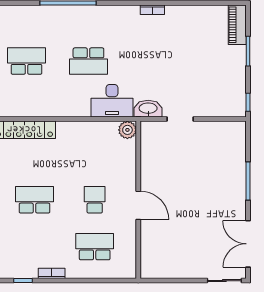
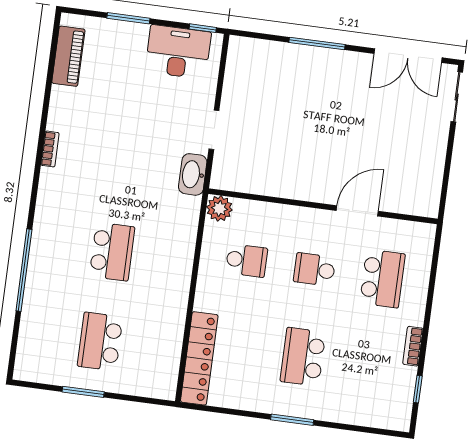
piano: (237, 25) -> (68, 56), moved, turned -90
desk: (112, 101) -> (178, 52), moved, turned -90
school desk: (95, 153) -> (247, 260), added
door: (138, 205) -> (357, 211), moved
school desk: (95, 247) -> (382, 279), turned 180

